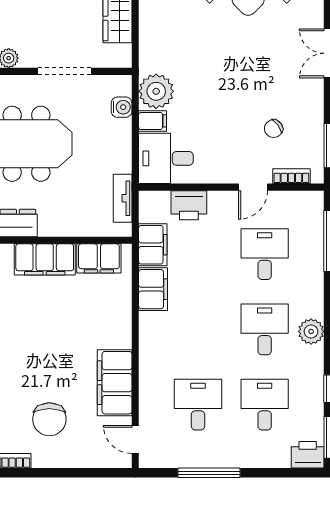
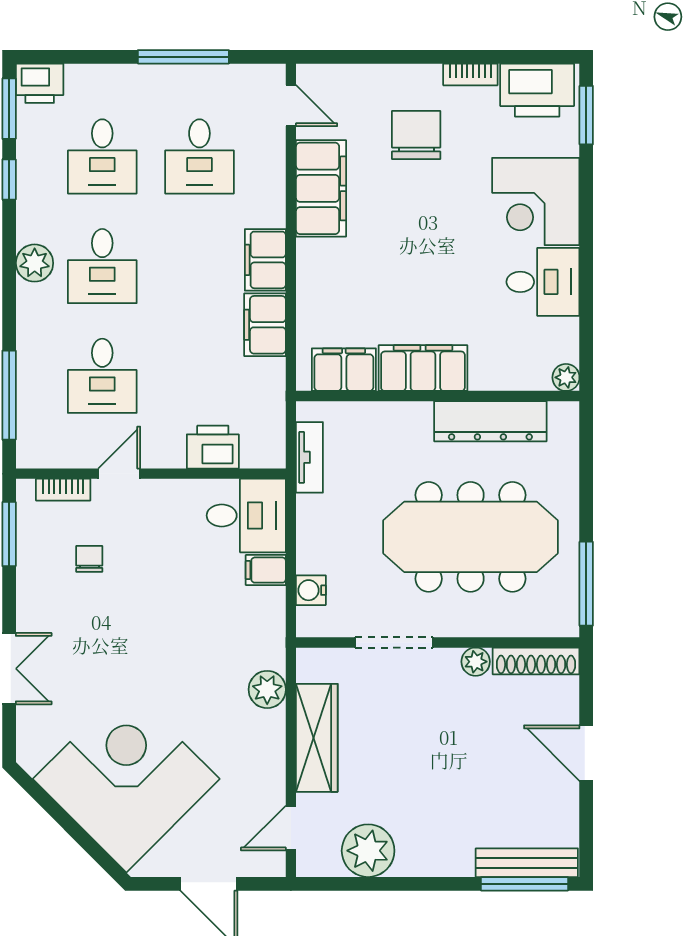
plant: (156, 91) -> (267, 689), moved, width x0.73, depth x0.73
chair: (274, 129) -> (89, 559), turned -54
filing cabinet: (153, 245) -> (265, 260), moved

